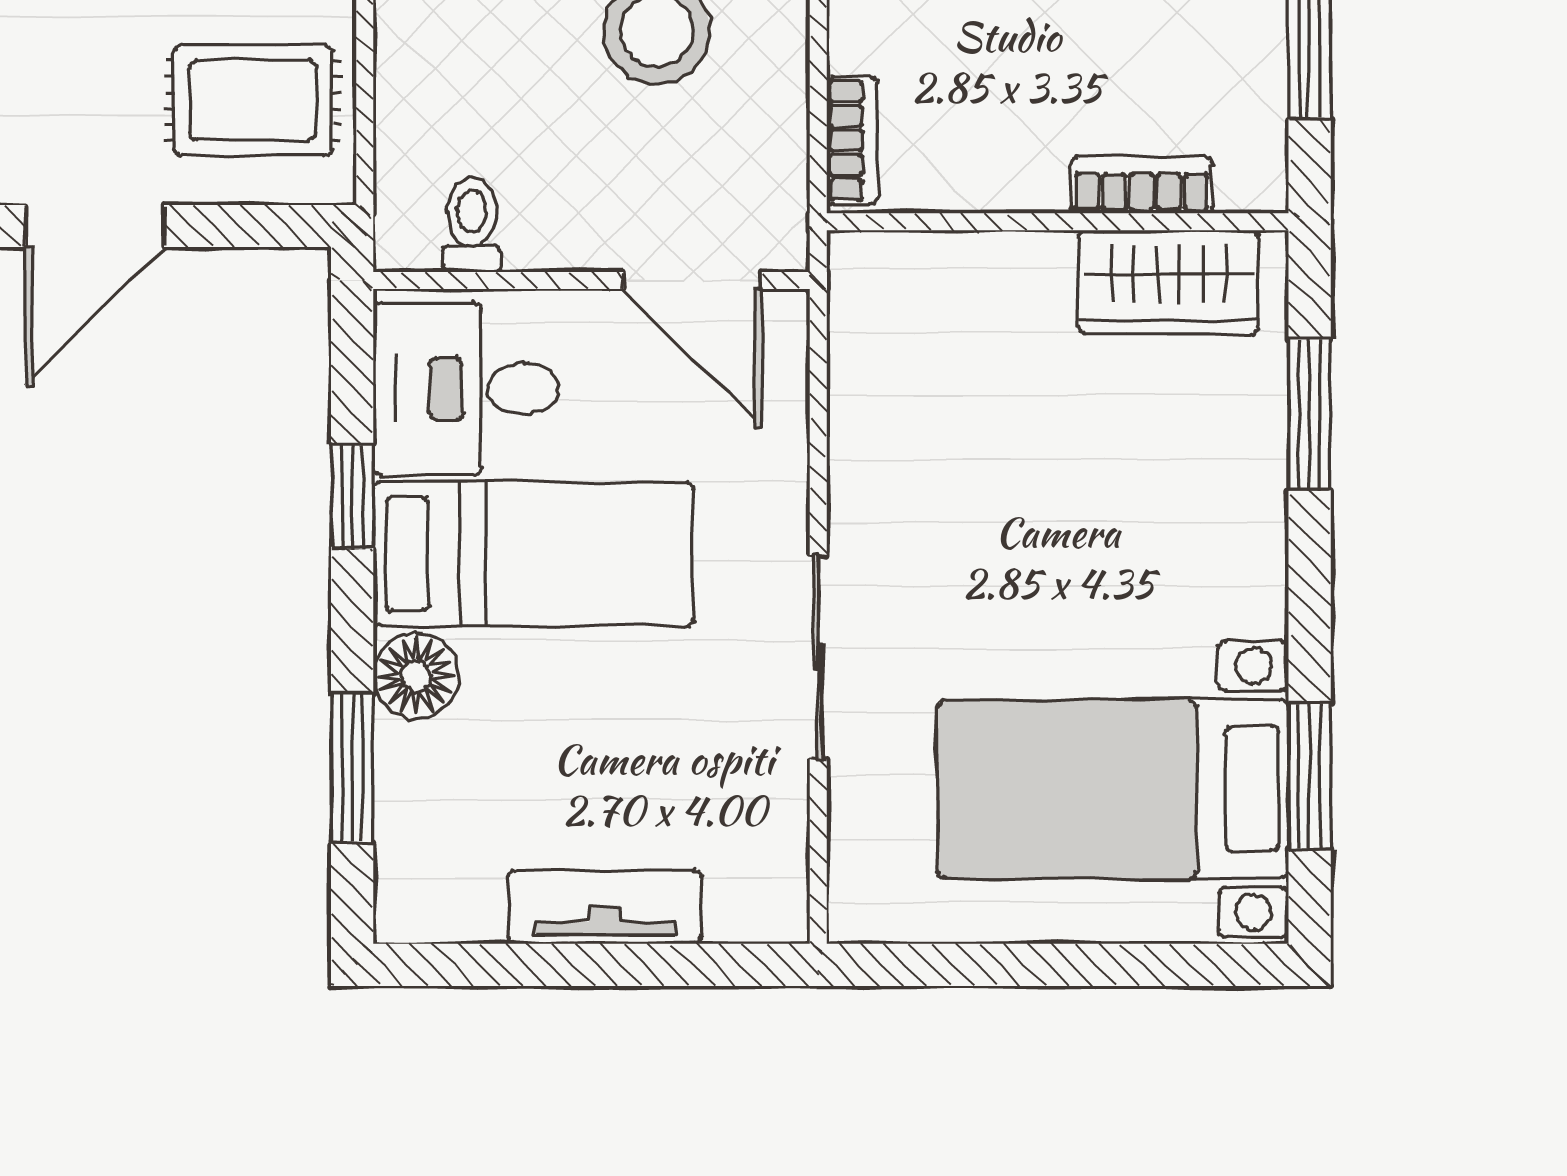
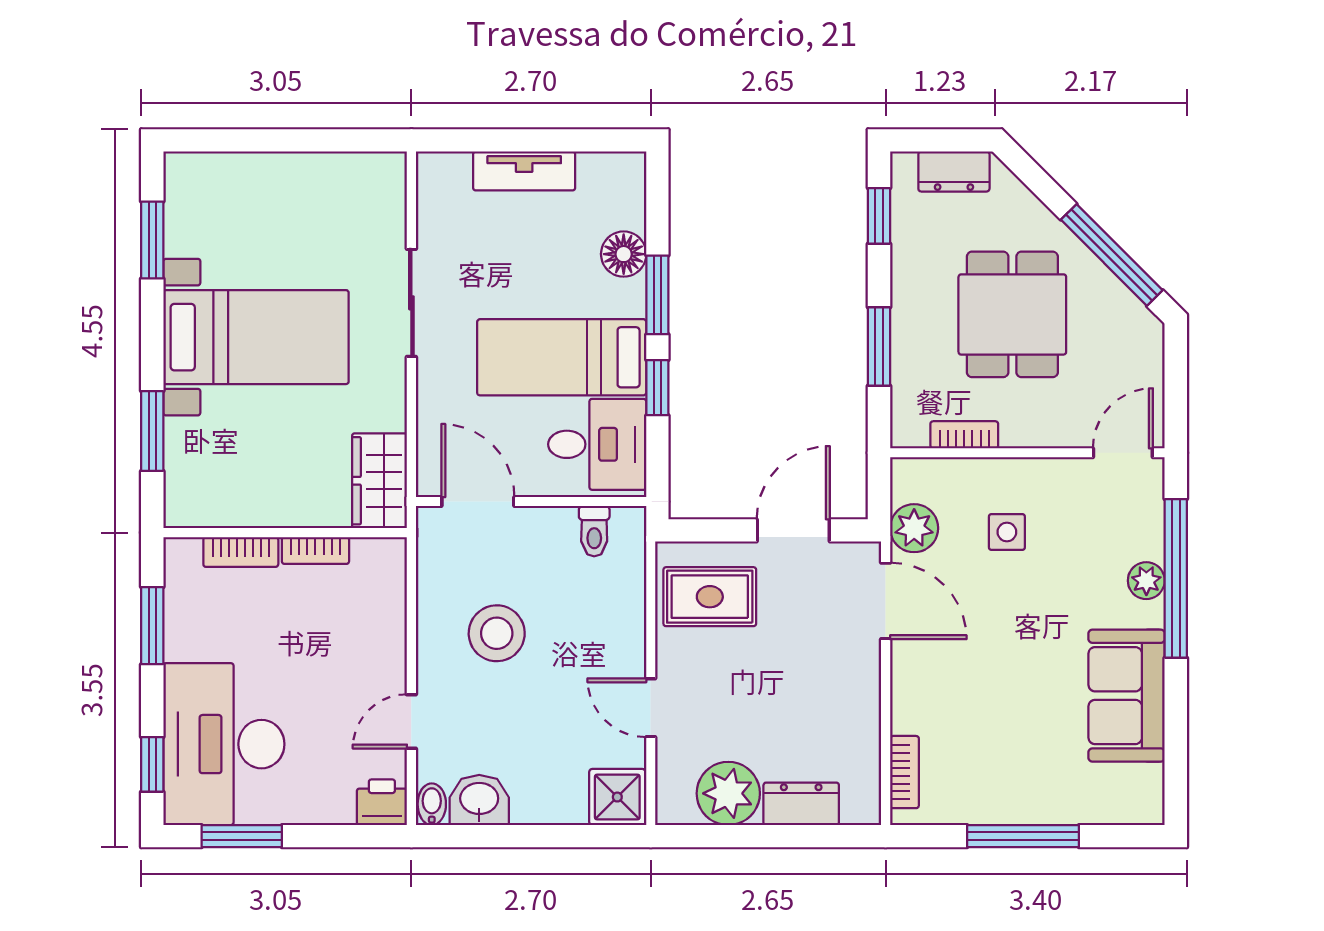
bookcase: (852, 141) -> (315, 550), moved, turned -90
wardrobe: (1169, 282) -> (380, 481), moved, turned -90
floor lamp: (416, 676) -> (624, 254), moved
window: (352, 768) -> (657, 295), moved
bed with nightstands: (1113, 789) -> (256, 337), moved

